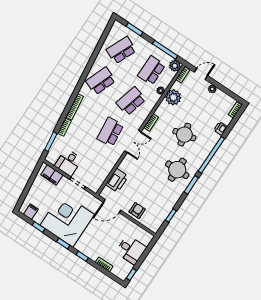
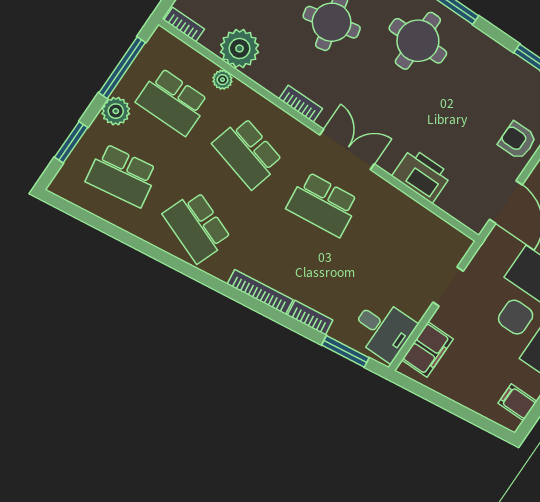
school desk: (121, 50) -> (122, 175), turned -33
plant: (175, 66) -> (116, 111), moved
desk: (68, 162) -> (383, 329), moved
printer: (117, 180) -> (422, 175), moved

